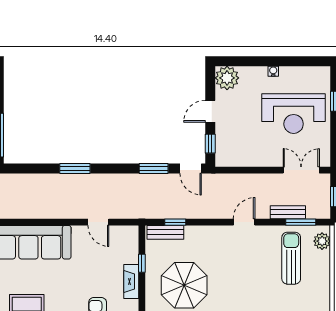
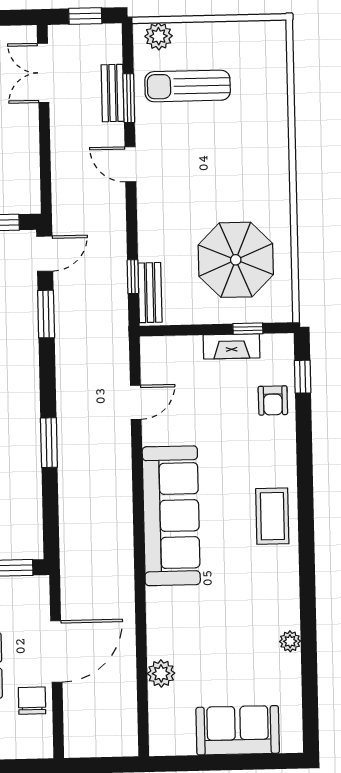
window: (301, 222) -> (129, 98), moved
window: (142, 263) -> (248, 329), moved

